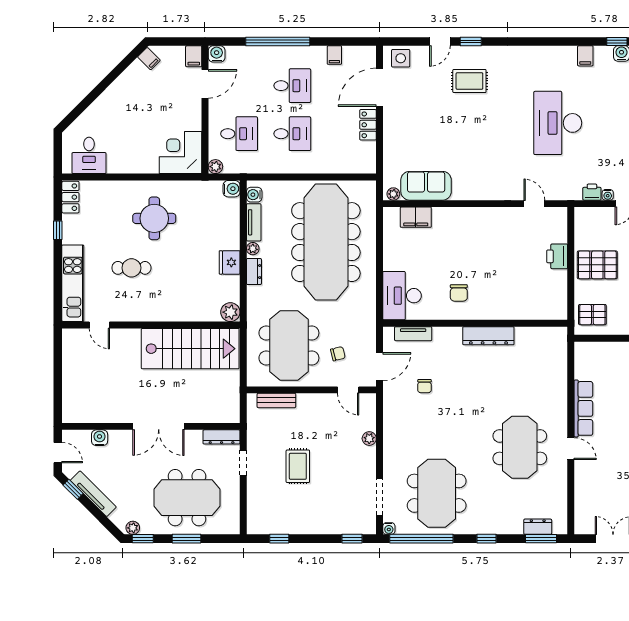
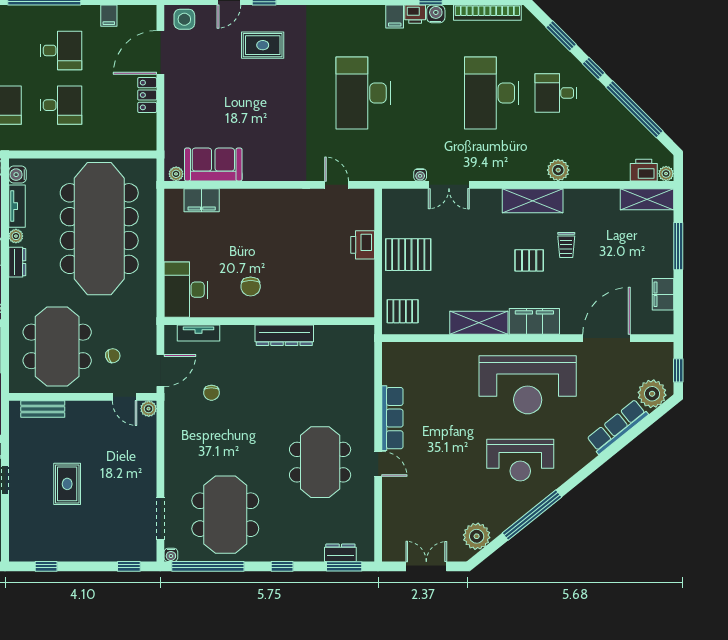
printer: (592, 192) -> (415, 14), moved, turned 180
plant: (369, 439) -> (149, 409), moved

